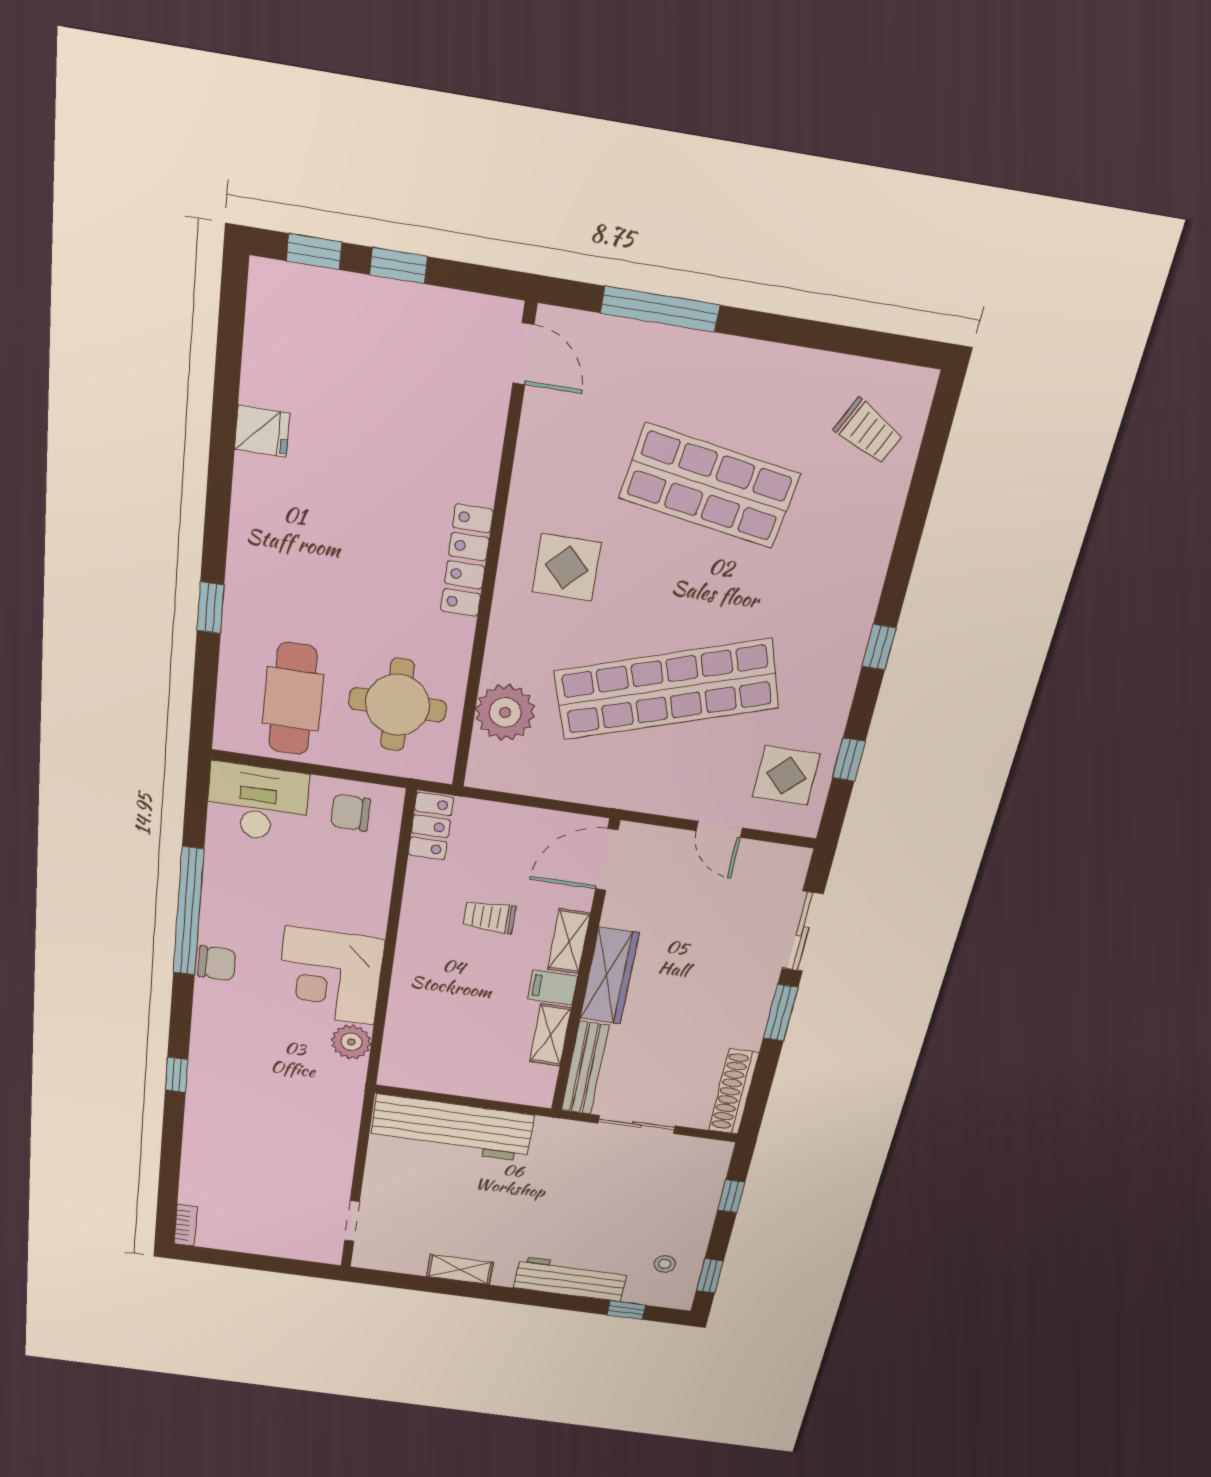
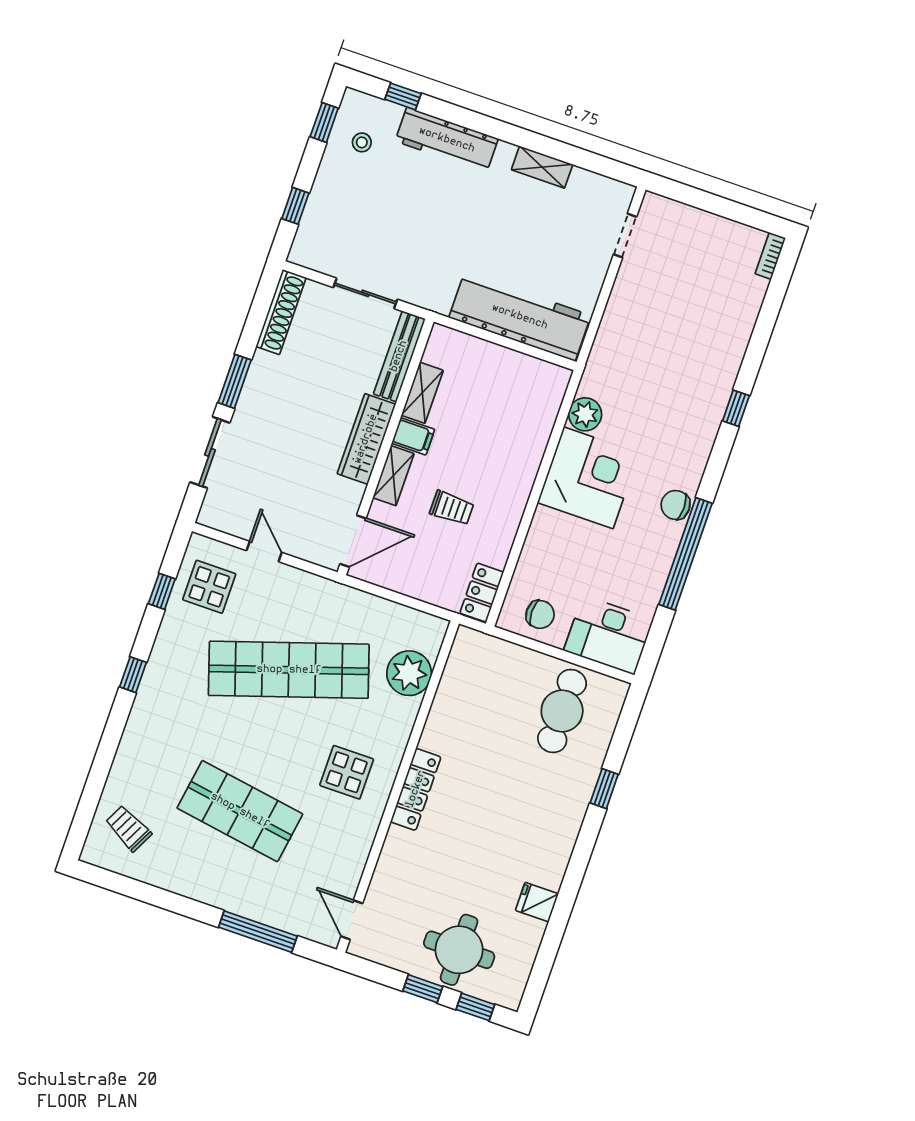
round table: (397, 705) -> (459, 950), moved

